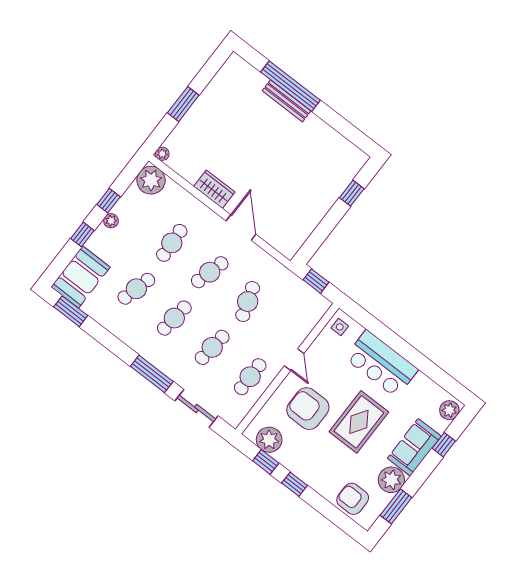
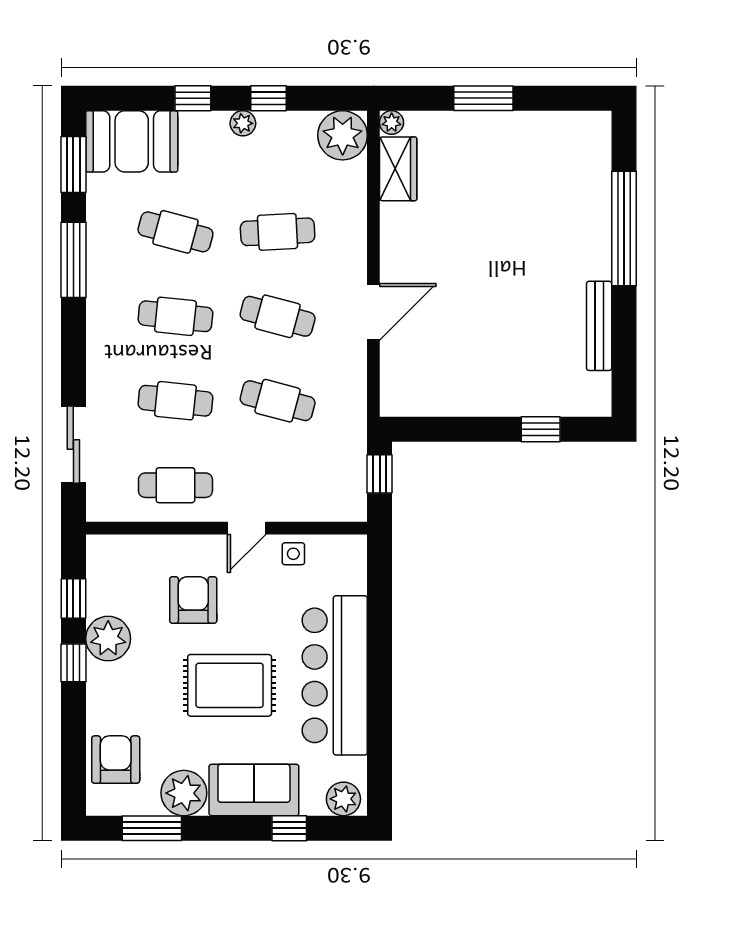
bench: (286, 101) -> (599, 326), moved
wardrobe: (214, 189) -> (398, 169), moved
cafe table: (248, 302) -> (278, 401), turned 33
side table: (340, 327) -> (293, 554), moved
bar counter: (381, 364) -> (335, 675), width x1.36
window: (152, 374) -> (73, 260), moved
armchair: (308, 409) -> (193, 600), width x0.73, depth x0.73
plant: (269, 440) -> (108, 639), moved

